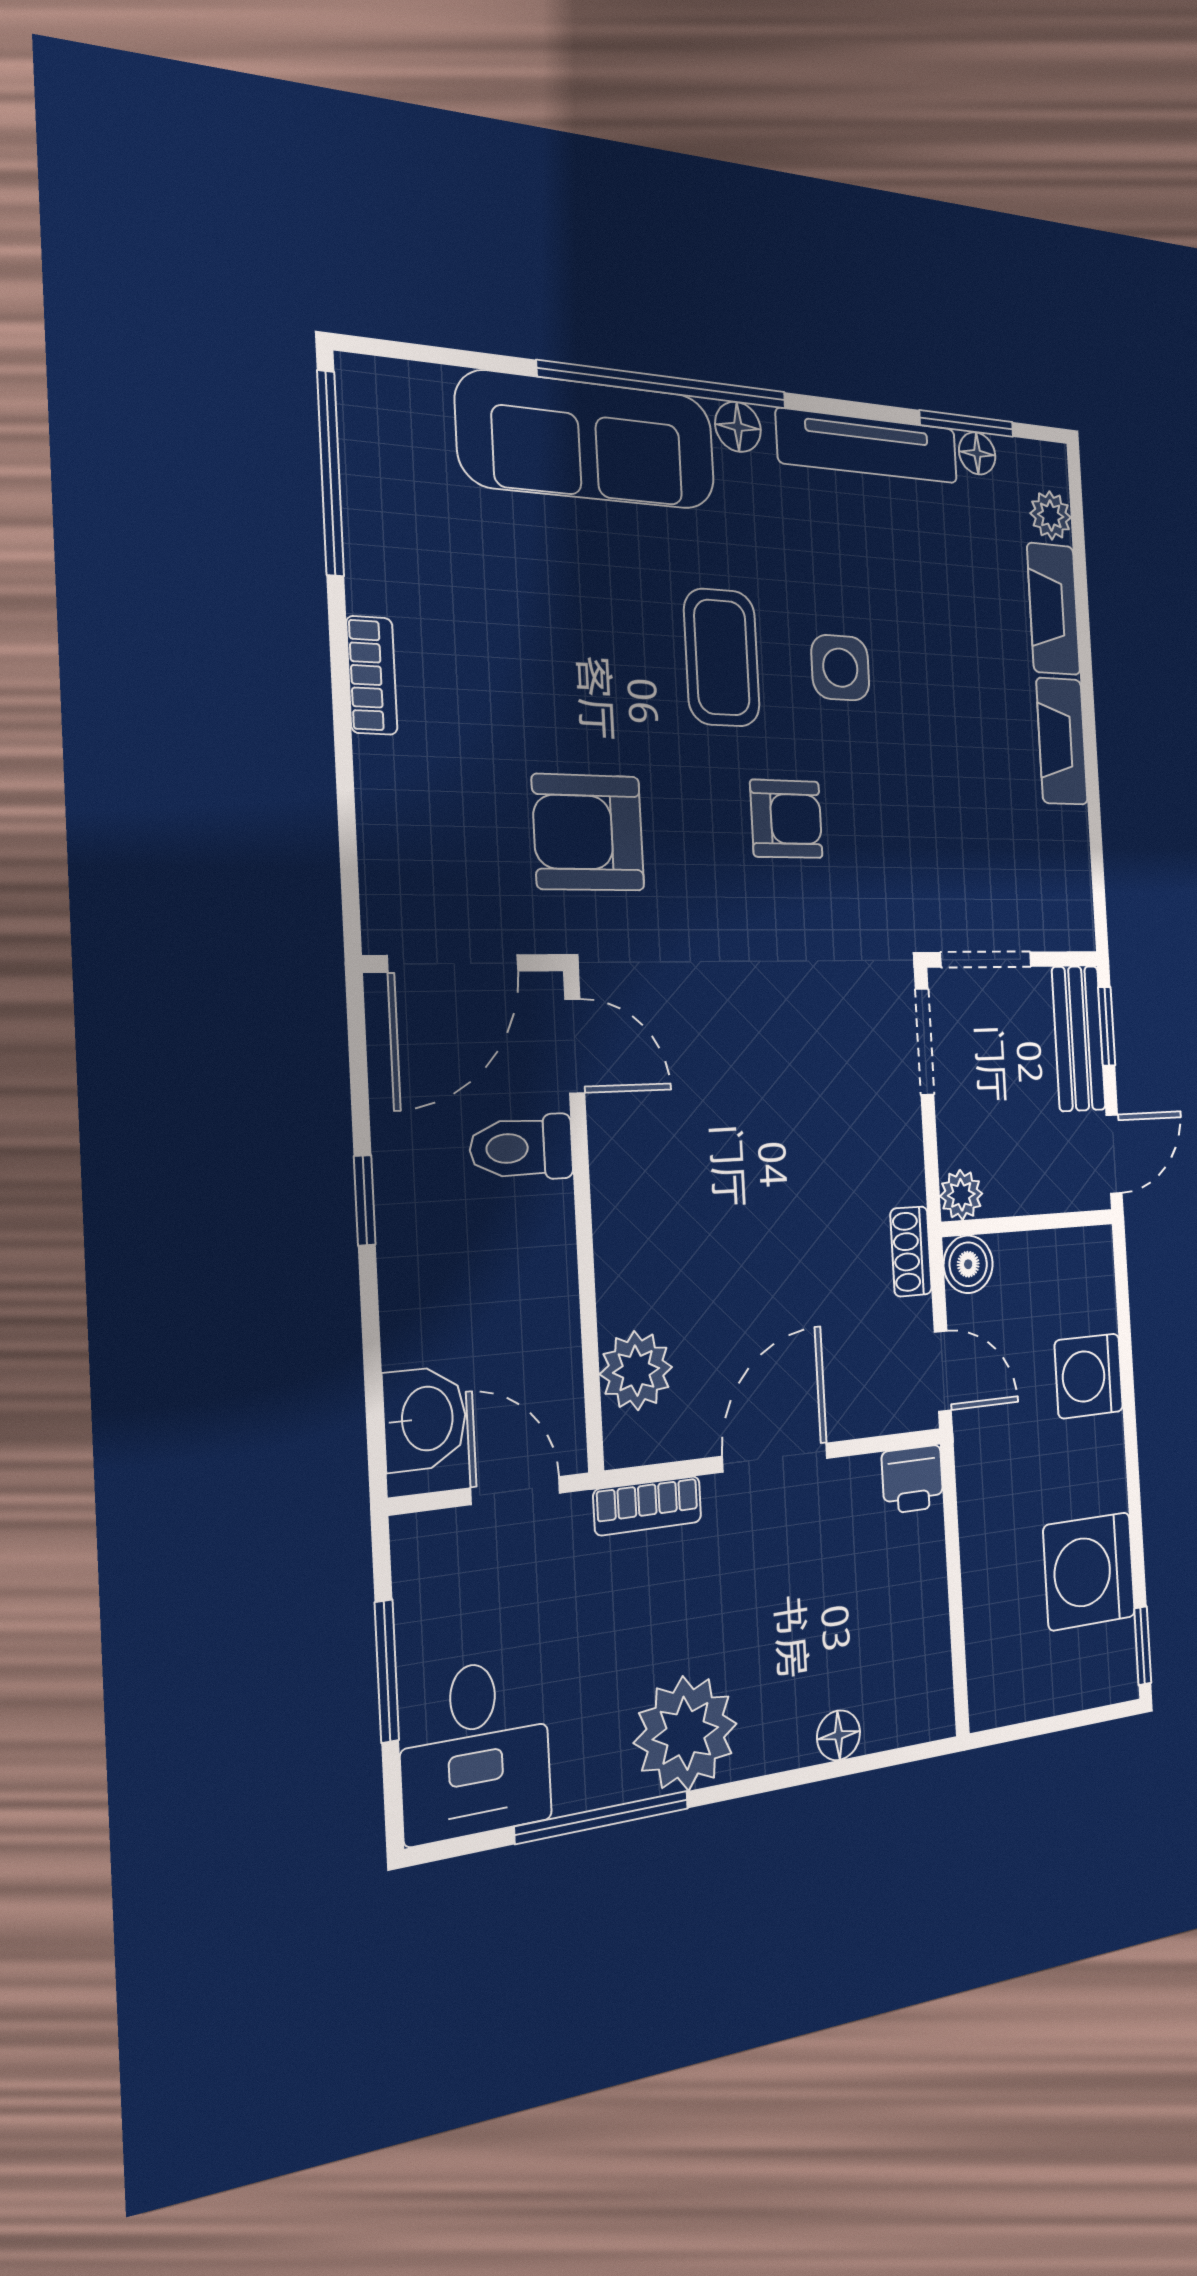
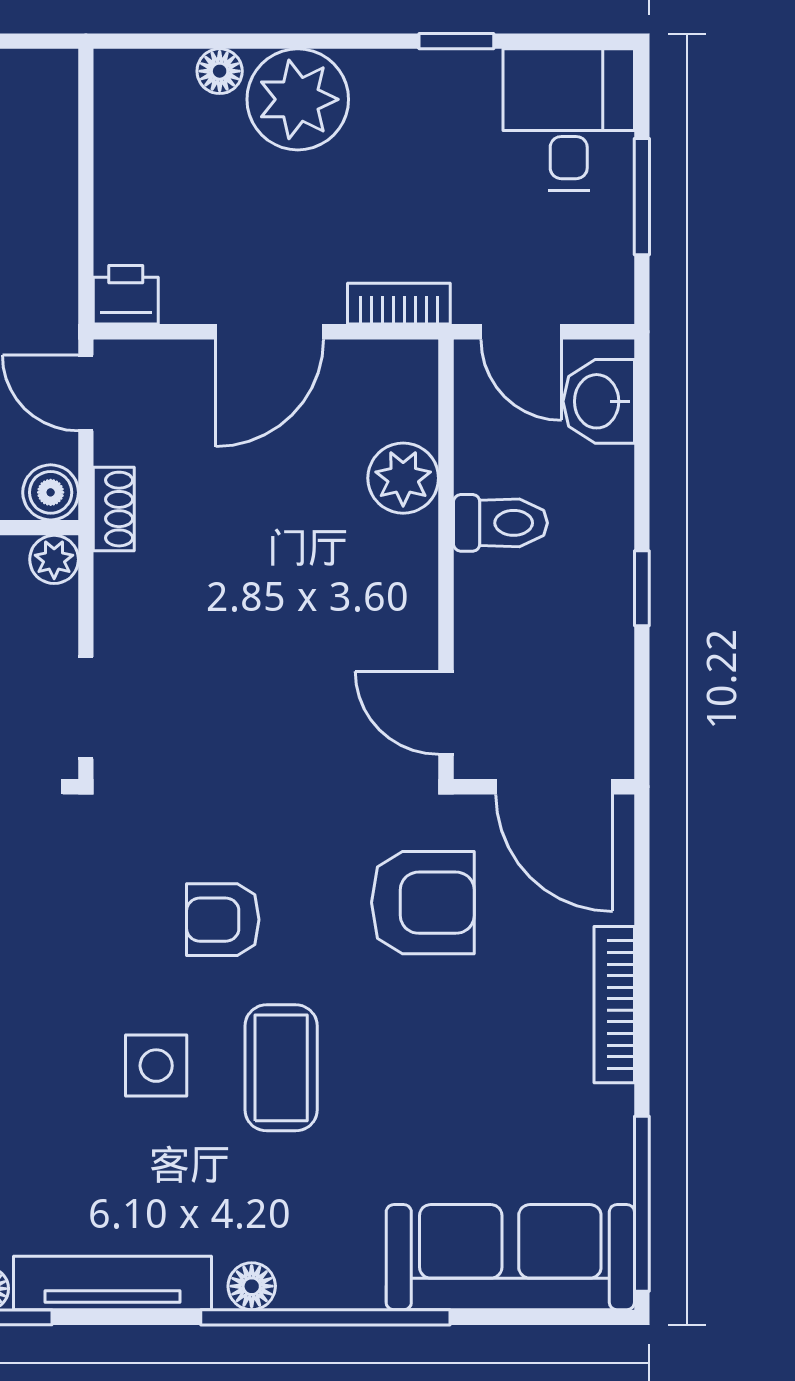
sofa: (588, 440) -> (510, 1257), moved
bookcase: (372, 675) -> (614, 1005), width x1.56
door: (453, 963) -> (554, 787), swing flipped
toilet: (521, 1148) -> (500, 523), moved
plant: (636, 1371) -> (403, 478), moved
plant: (686, 1733) -> (298, 99), moved
window: (602, 1817) -> (456, 41), width x0.46

